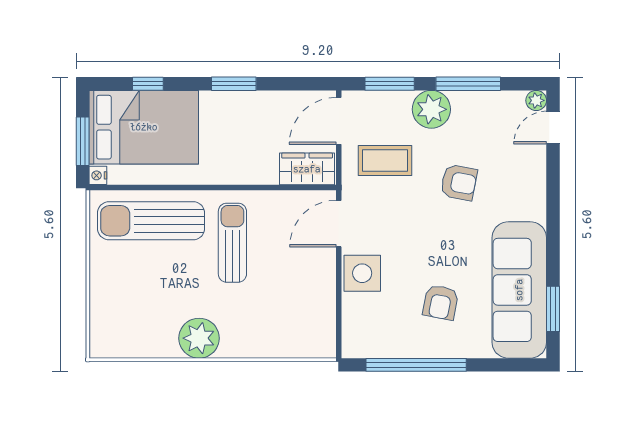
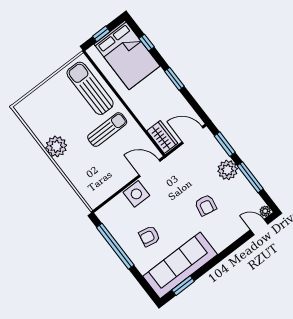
window: (83, 141) -> (101, 34), width x0.67
coffee table: (385, 161) -> (191, 167), removed
nightstand: (98, 175) -> (92, 51), removed

